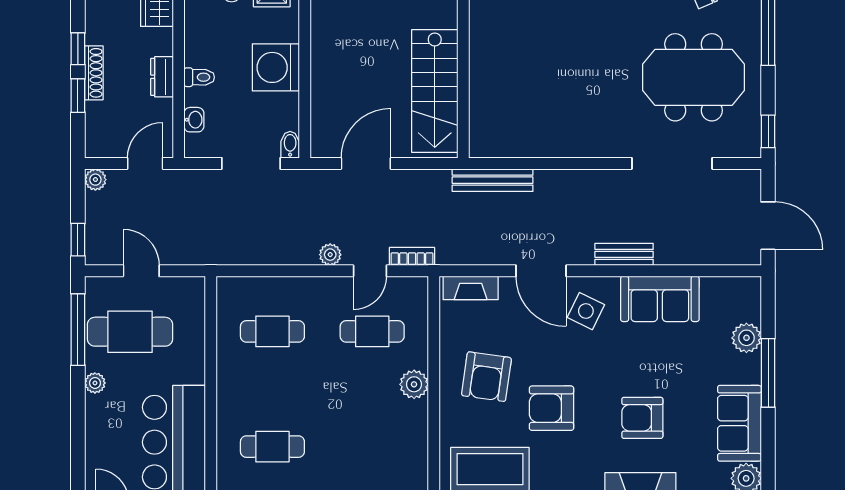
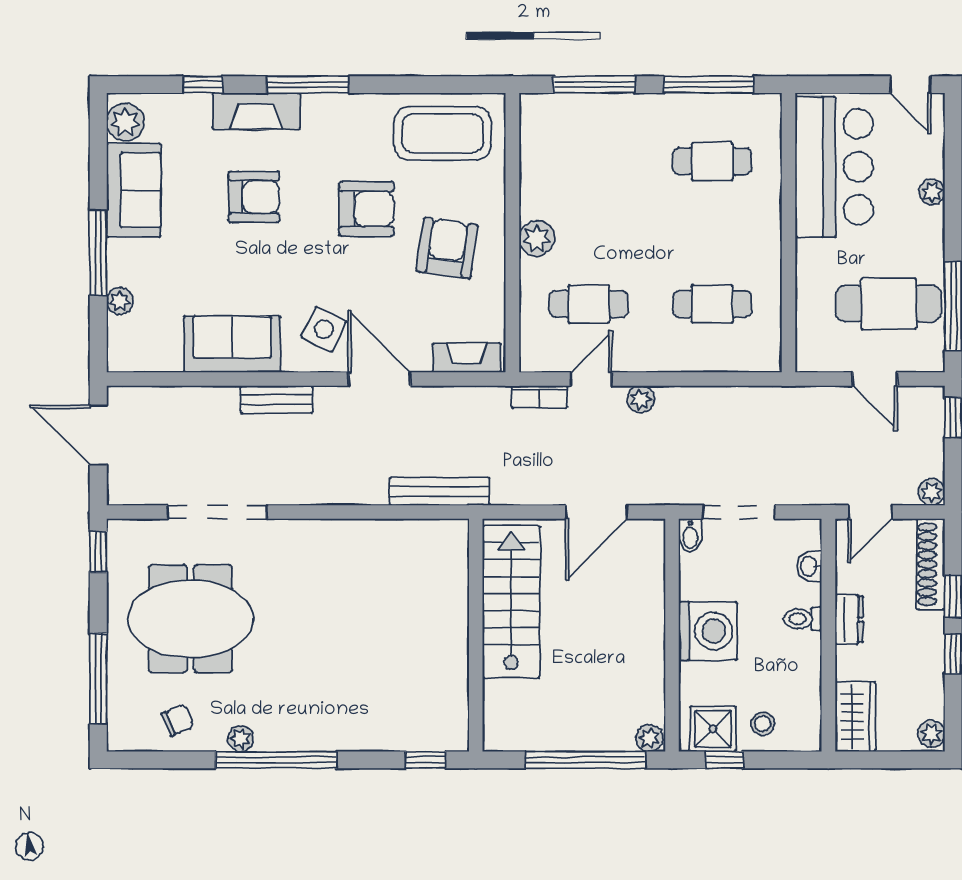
shoe rack: (94, 73) -> (931, 564), moved, width x1.36, depth x1.24
plant: (746, 338) -> (120, 301), width x0.73, depth x0.73
plant: (95, 383) -> (932, 192), moved

